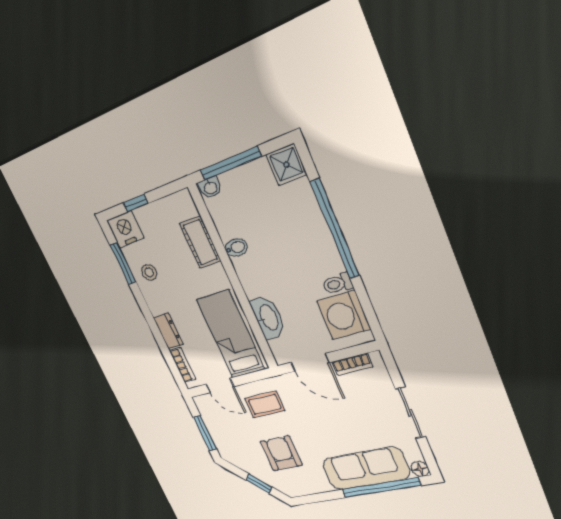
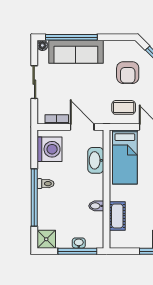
washbasin: (210, 188) -> (79, 243), moved
toilet: (337, 284) -> (46, 184), moved

